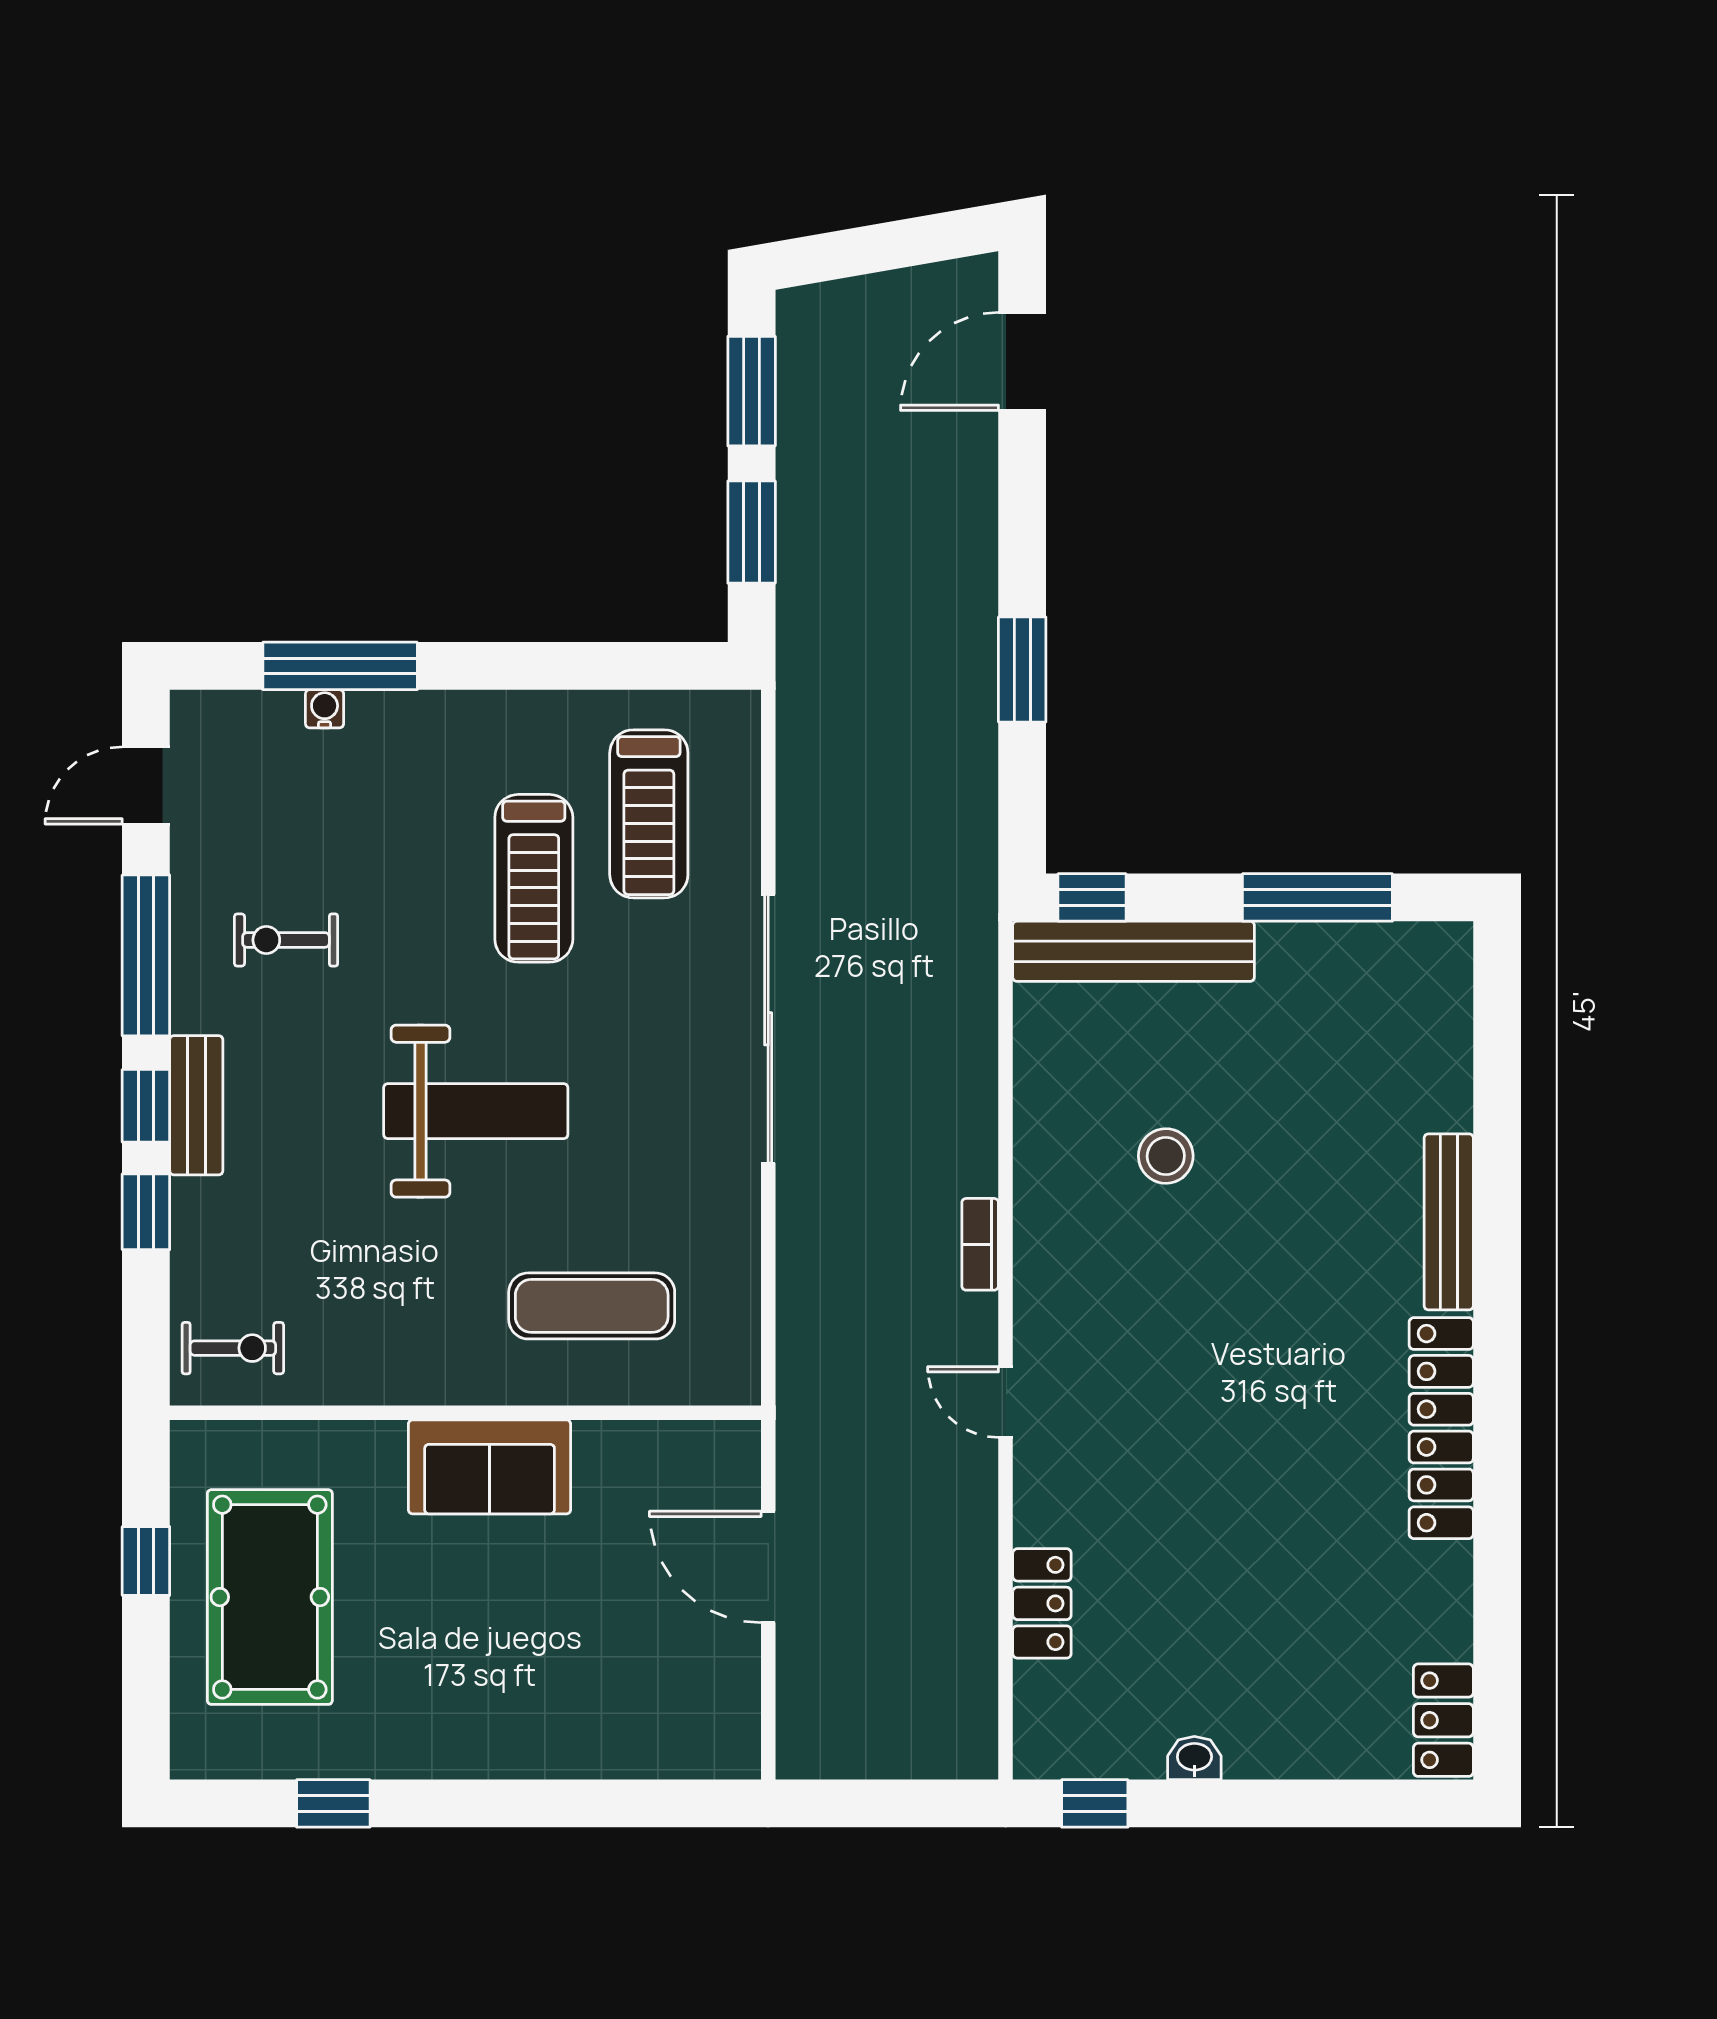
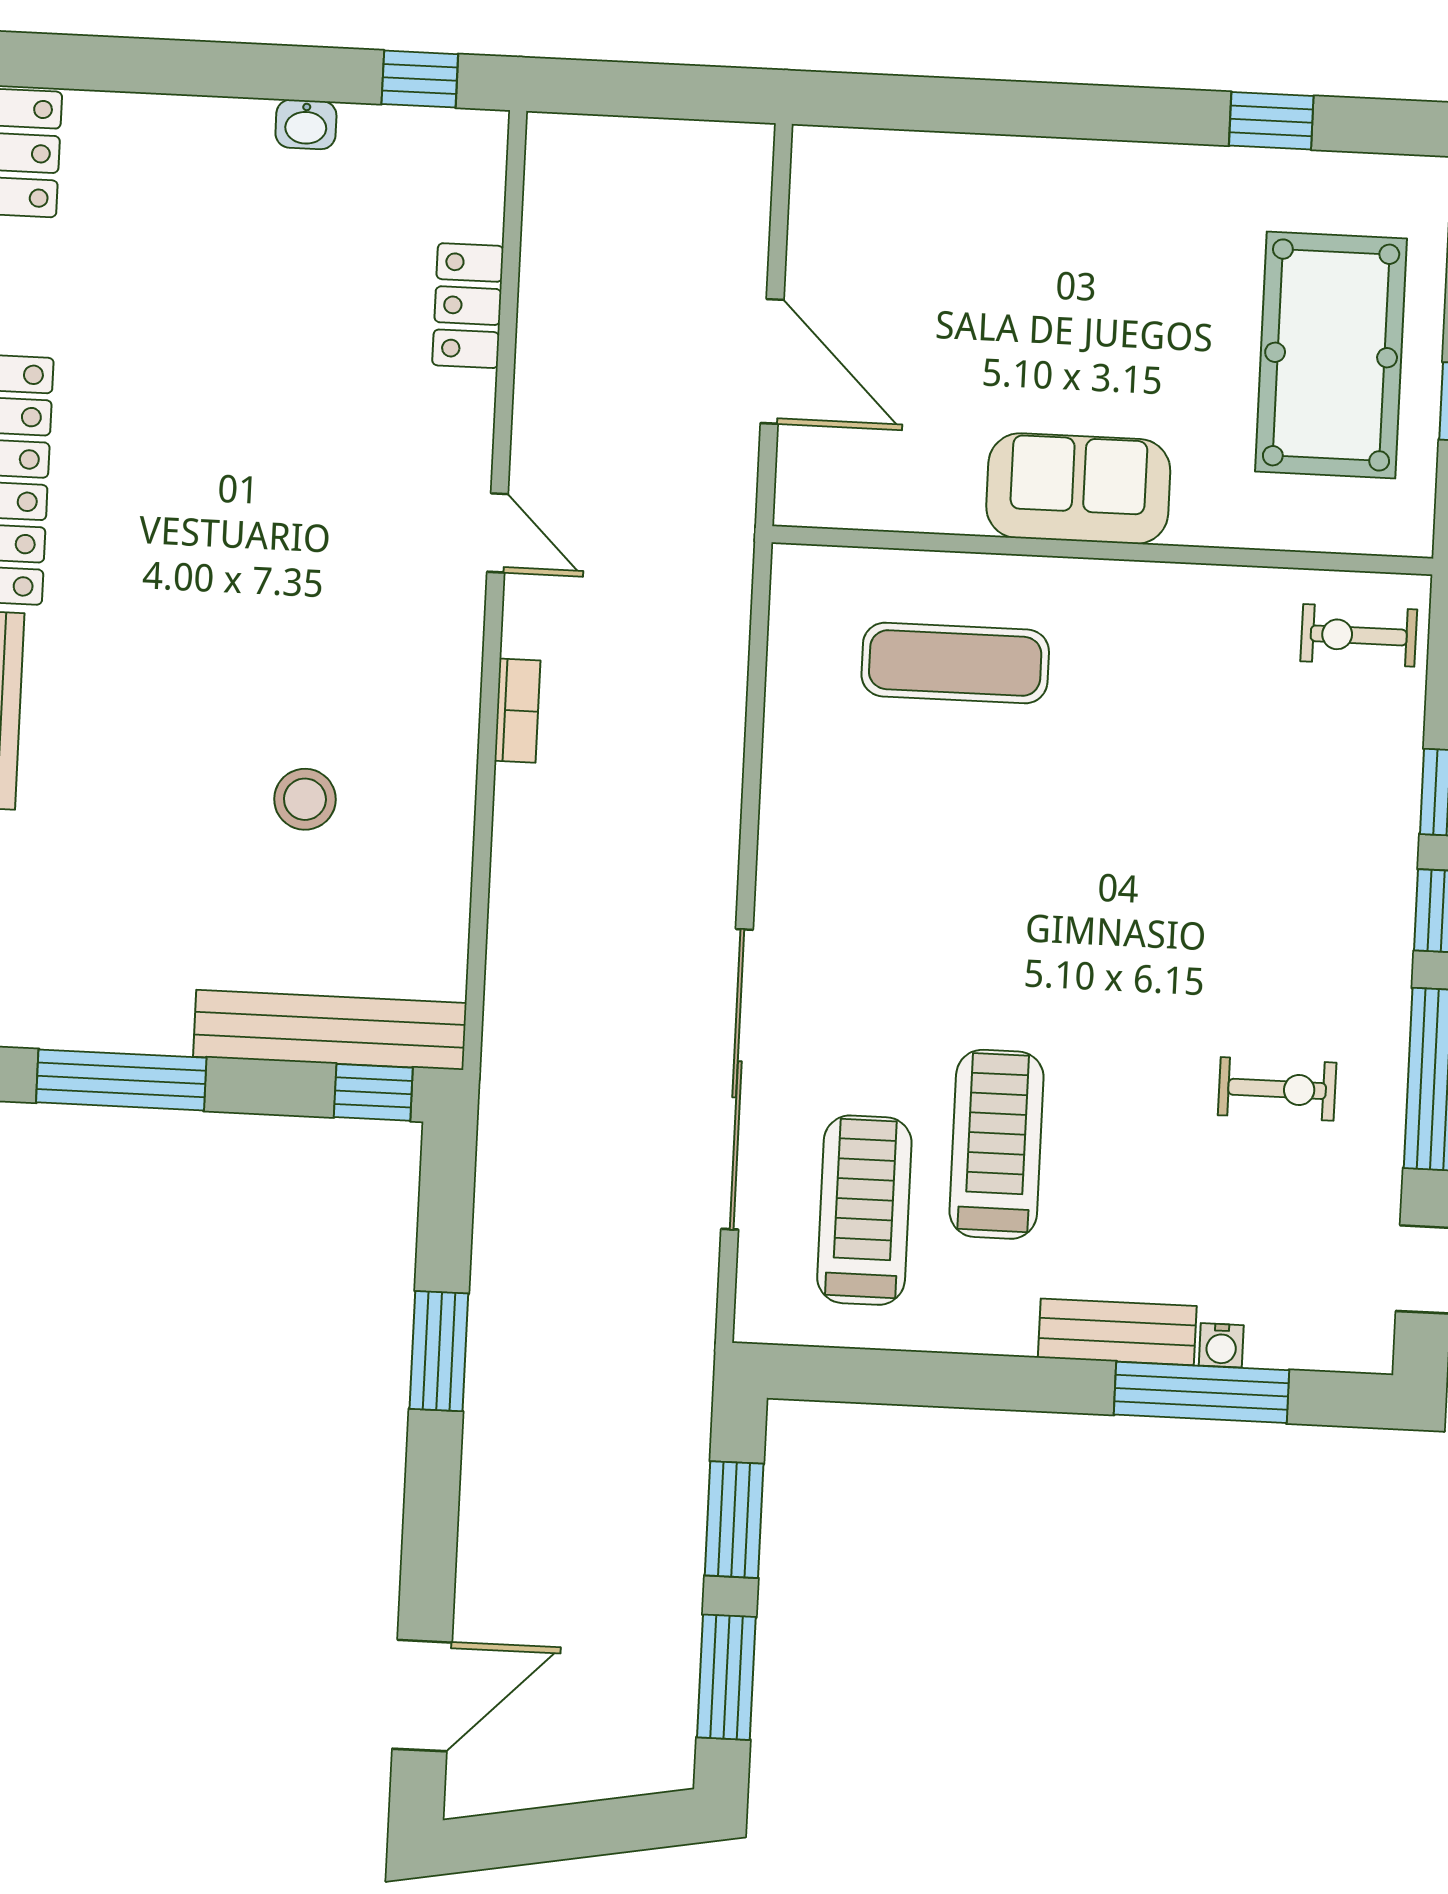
sliding door: (768, 1029) -> (737, 1079), moved
bench: (196, 1105) -> (1117, 1332), moved, turned 90
weight bench: (476, 1111) -> (1074, 887), removed

